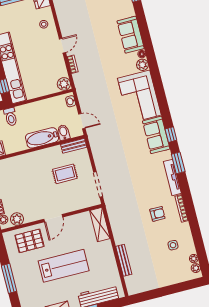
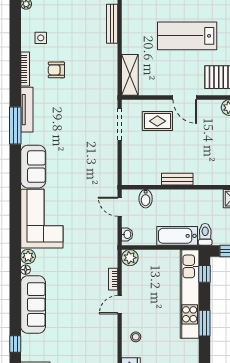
sofa: (131, 35) -> (33, 305), width x1.36
window: (171, 135) -> (15, 162), removed
bathtub: (42, 138) -> (177, 236), moved, turned 180
bench: (74, 146) -> (177, 179), moved
window: (178, 163) -> (15, 125), width x1.44
rug: (65, 174) -> (157, 121), moved
door: (53, 218) -> (185, 97), swing flipped
side table: (173, 245) -> (41, 38), moved

